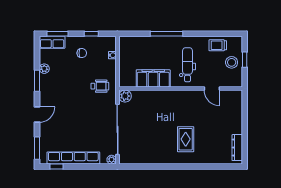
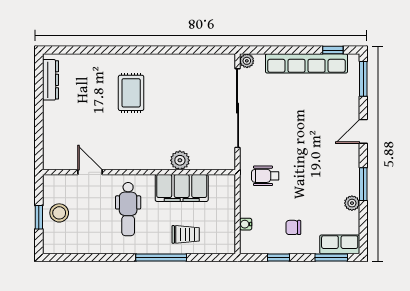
trolley: (218, 45) -> (186, 234), moved
plant: (125, 96) -> (180, 160), moved

